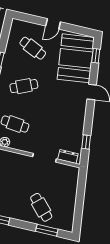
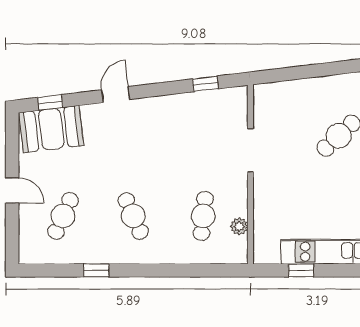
booth: (76, 58) -> (51, 129), width x0.73, depth x0.70
dresser: (68, 156) -> (238, 110), removed

